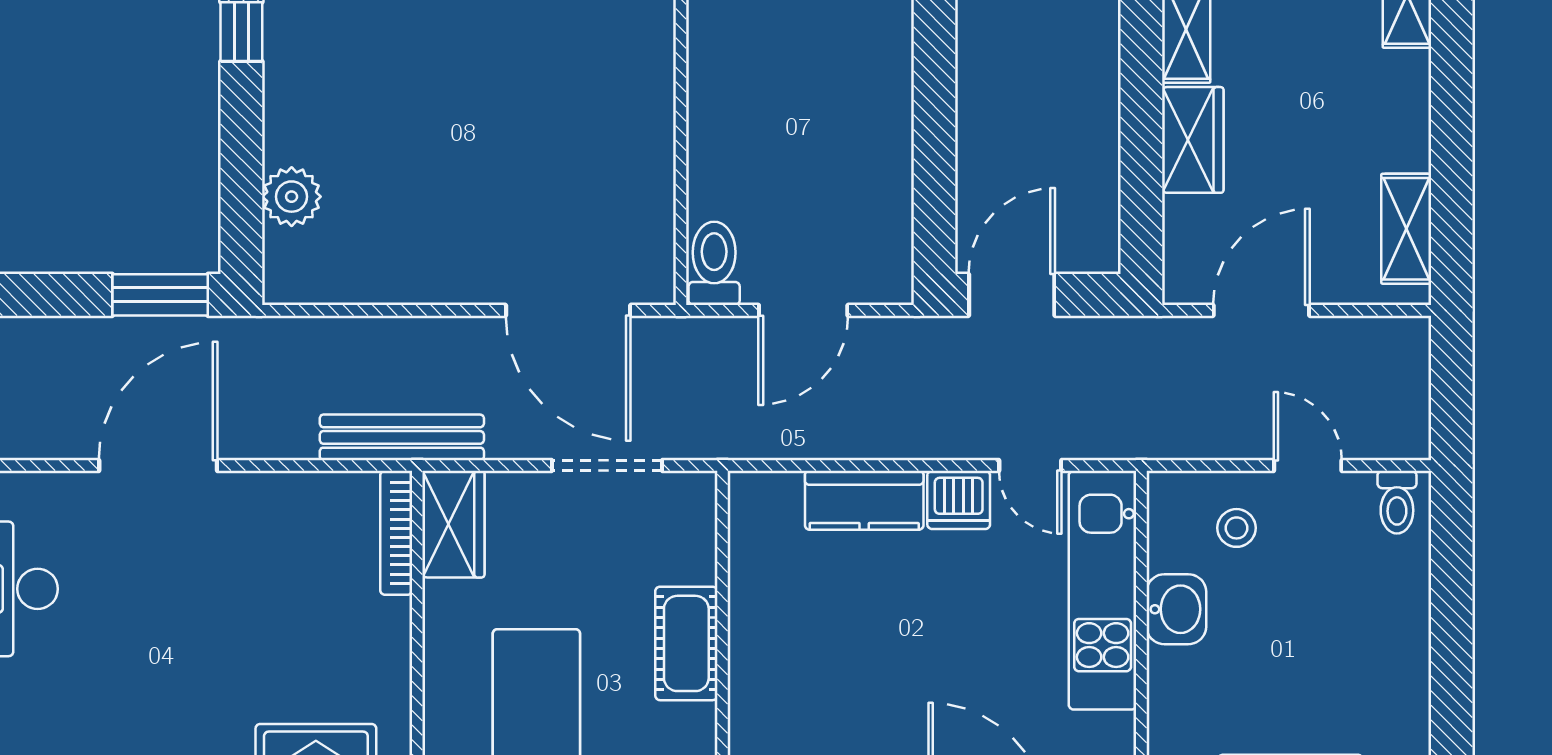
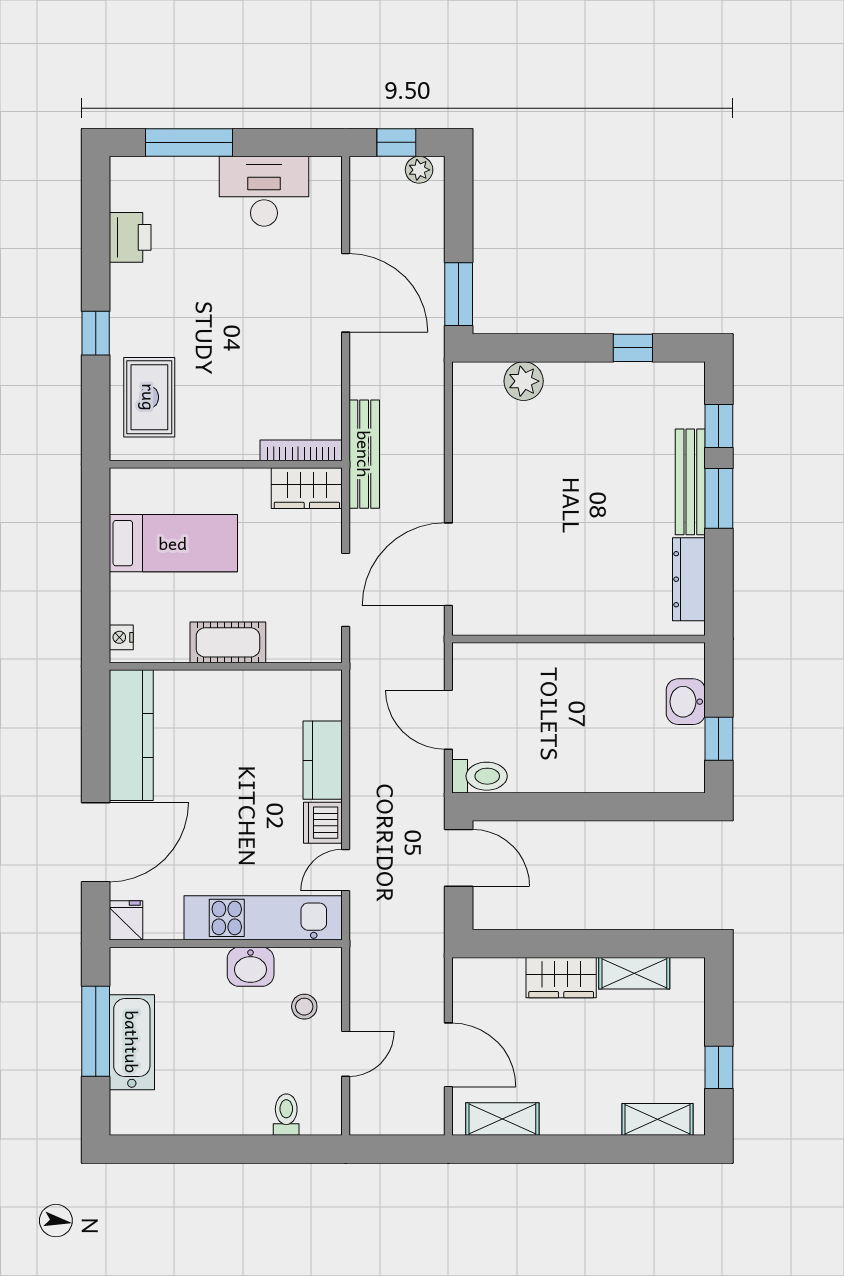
toilet: (714, 263) -> (479, 776), moved
door: (1261, 310) -> (448, 1055), moved
toilet: (1397, 502) -> (286, 1115), moved, turned 90

